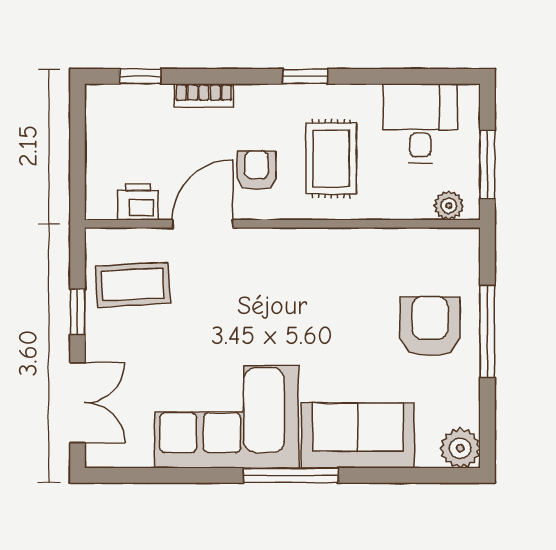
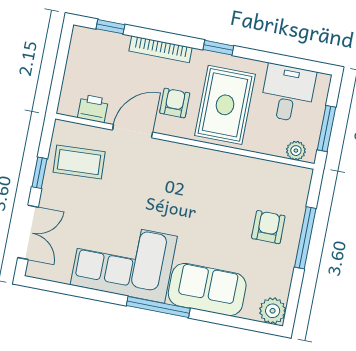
bookcase: (204, 95) -> (161, 49), width x1.56
rug: (331, 159) -> (225, 105), width x1.36, depth x1.43
armchair: (430, 326) -> (268, 227), width x0.72, depth x0.72

